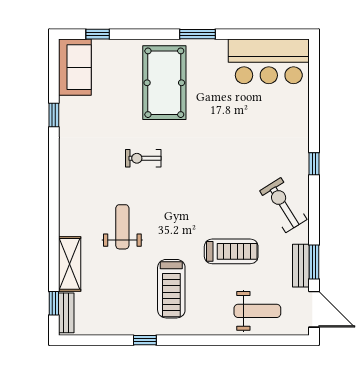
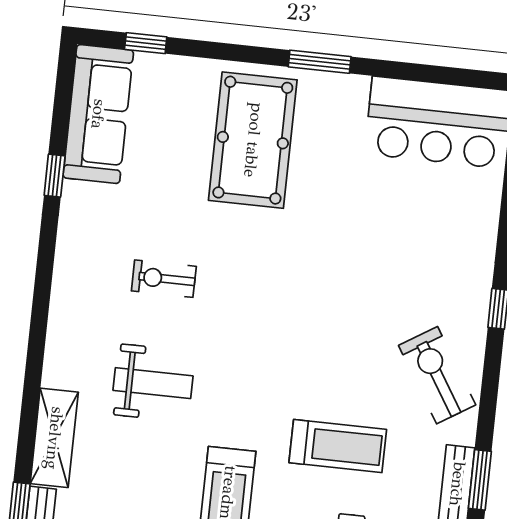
sofa: (75, 67) -> (98, 114), width x1.36
exercise bike: (143, 158) -> (164, 279), moved
weight bench: (122, 227) -> (153, 383), turned 90

